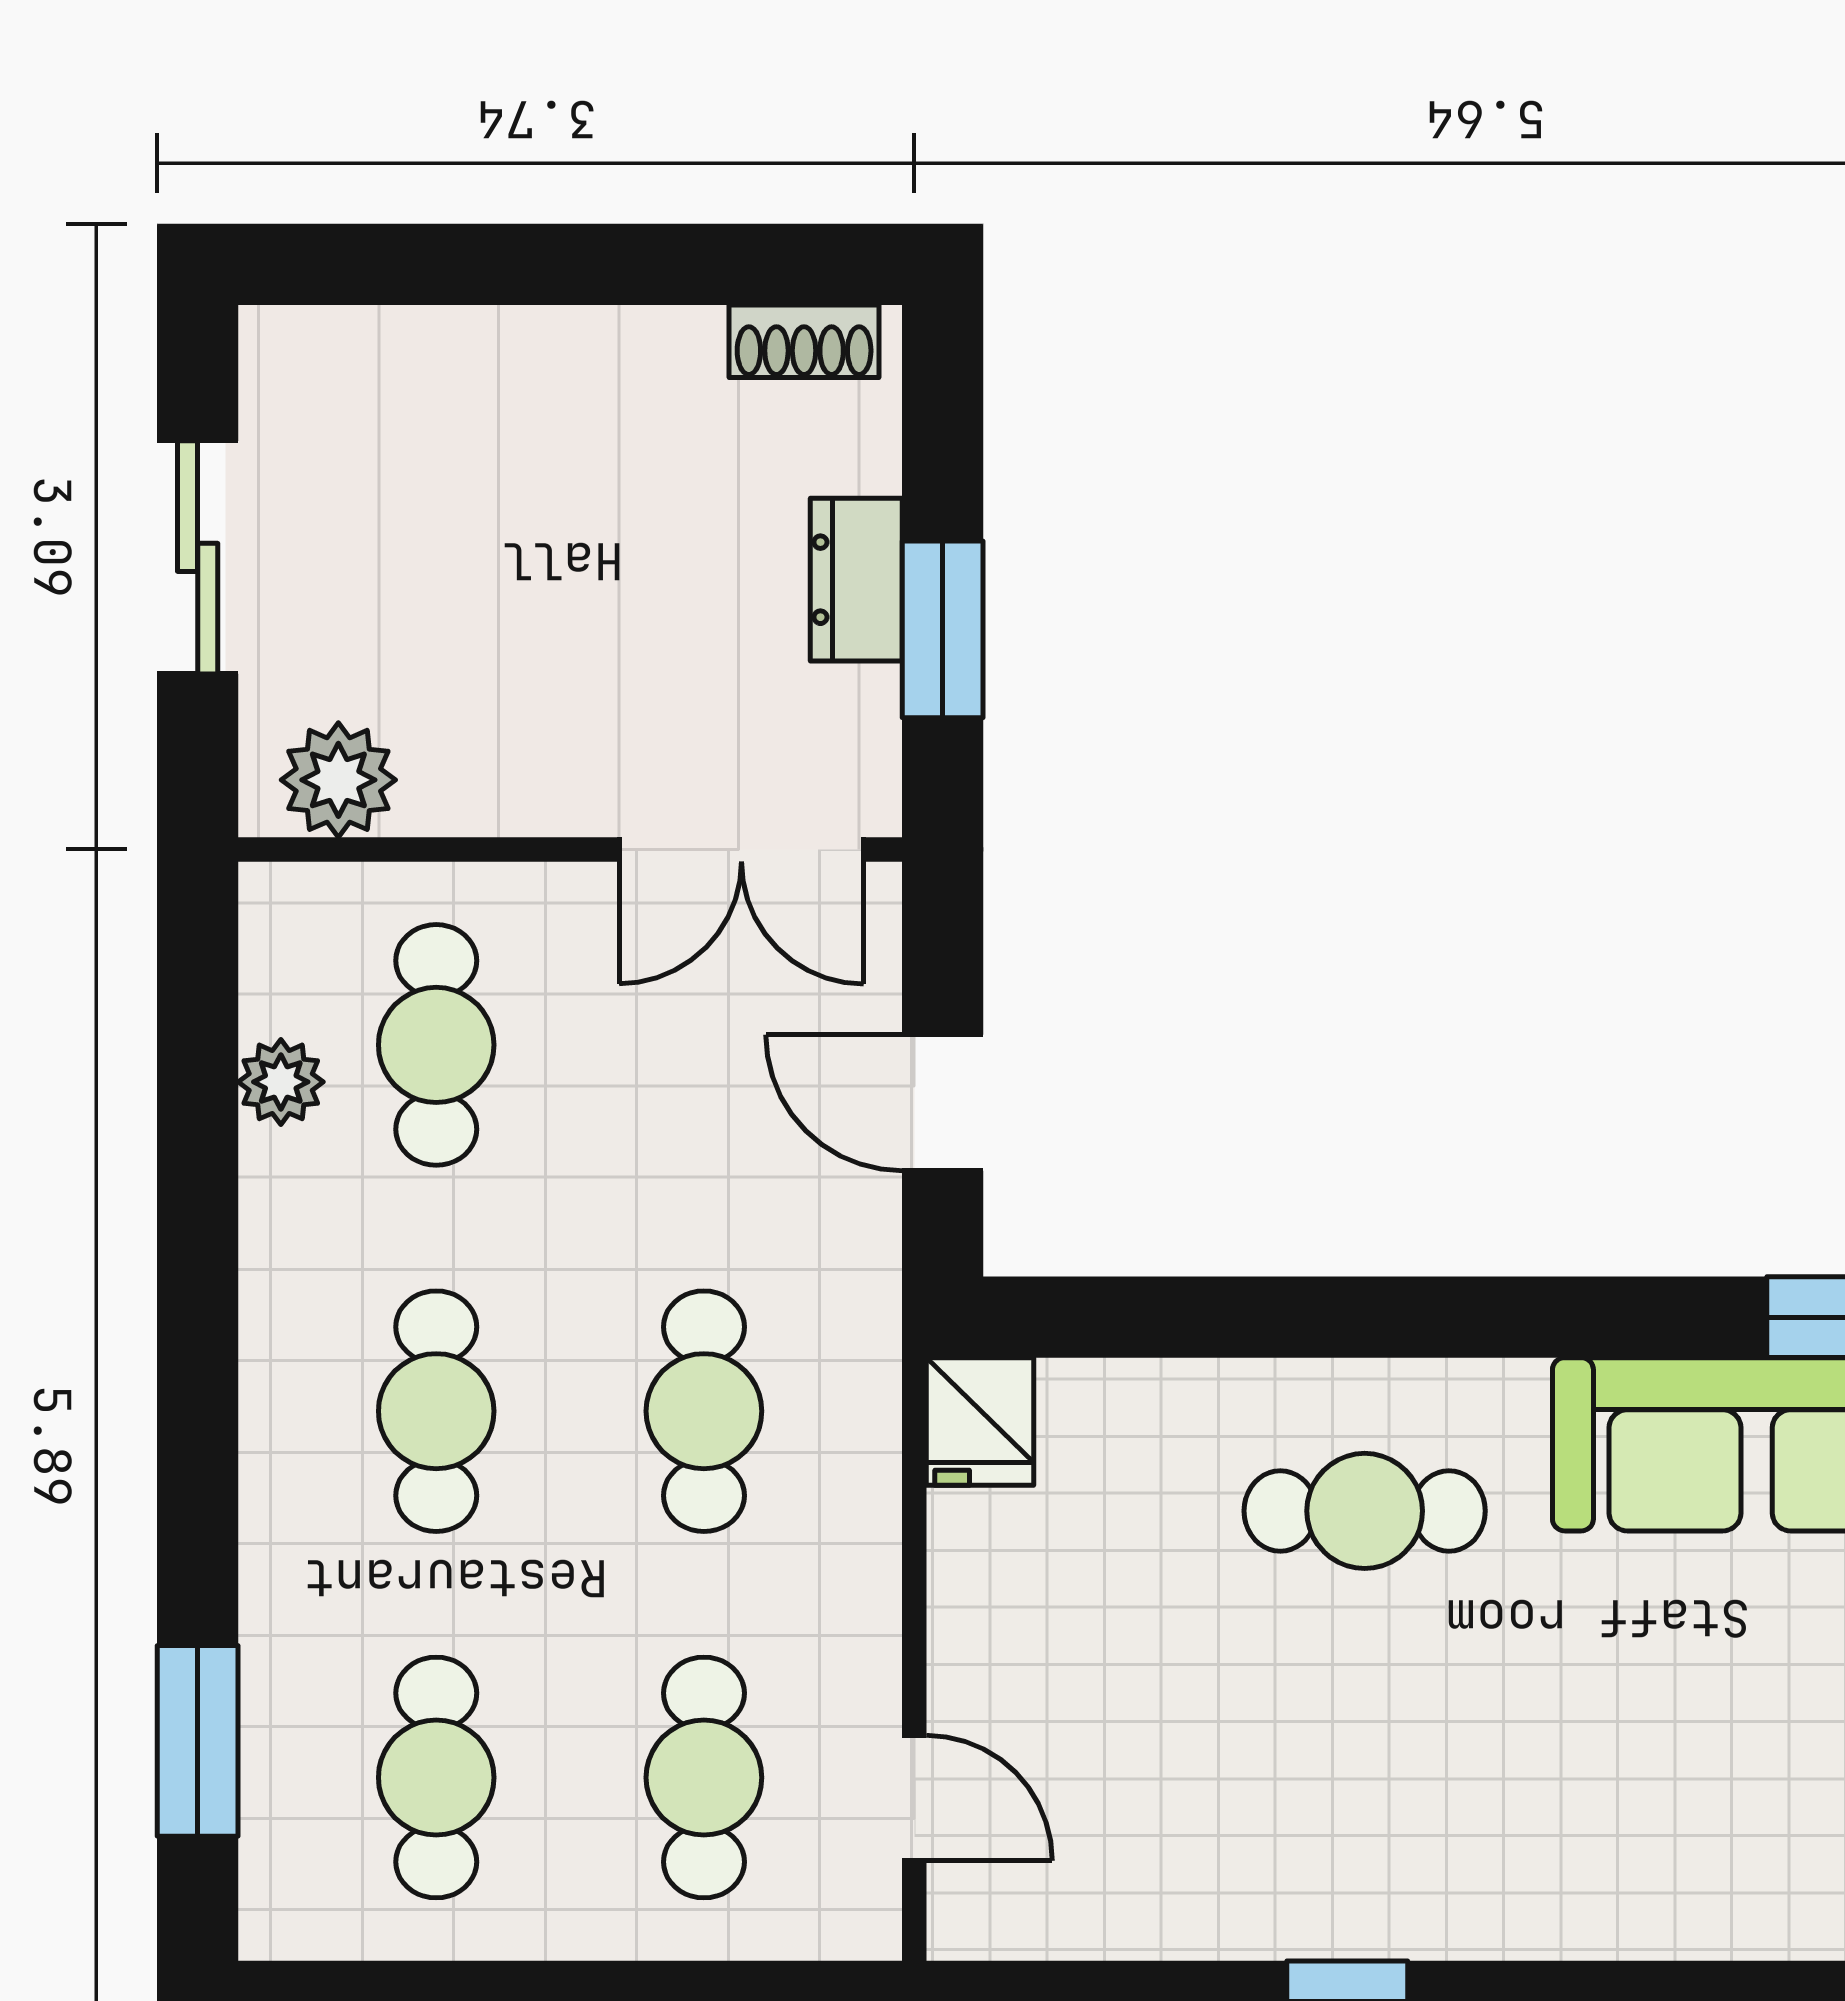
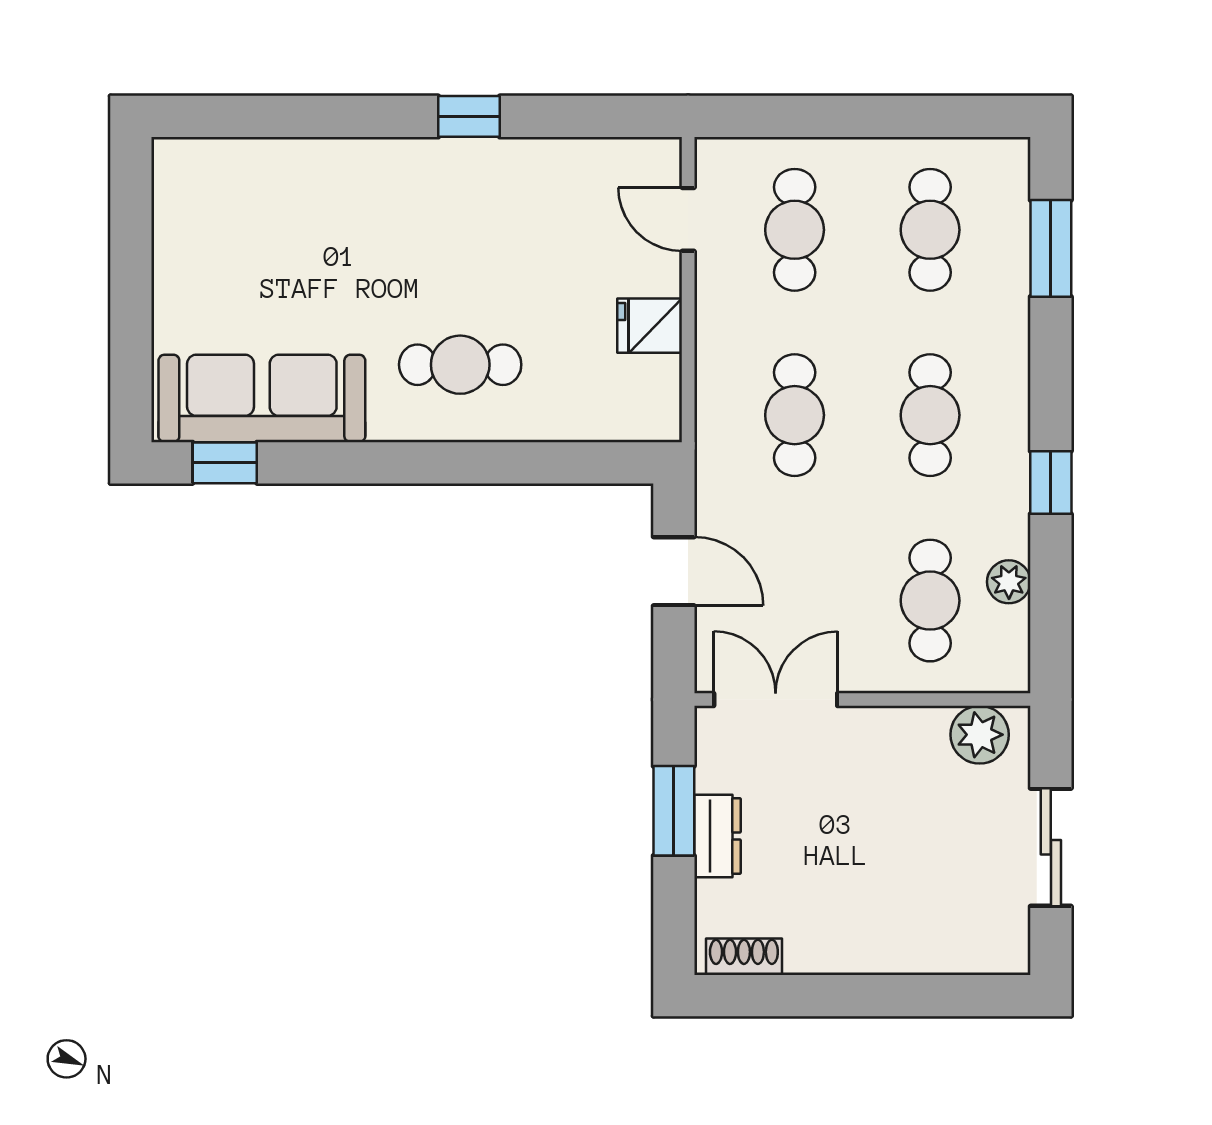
window: (198, 1278) -> (1051, 482), added
fridge: (980, 1422) -> (650, 326), moved, turned -90

